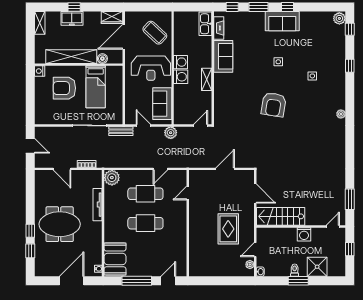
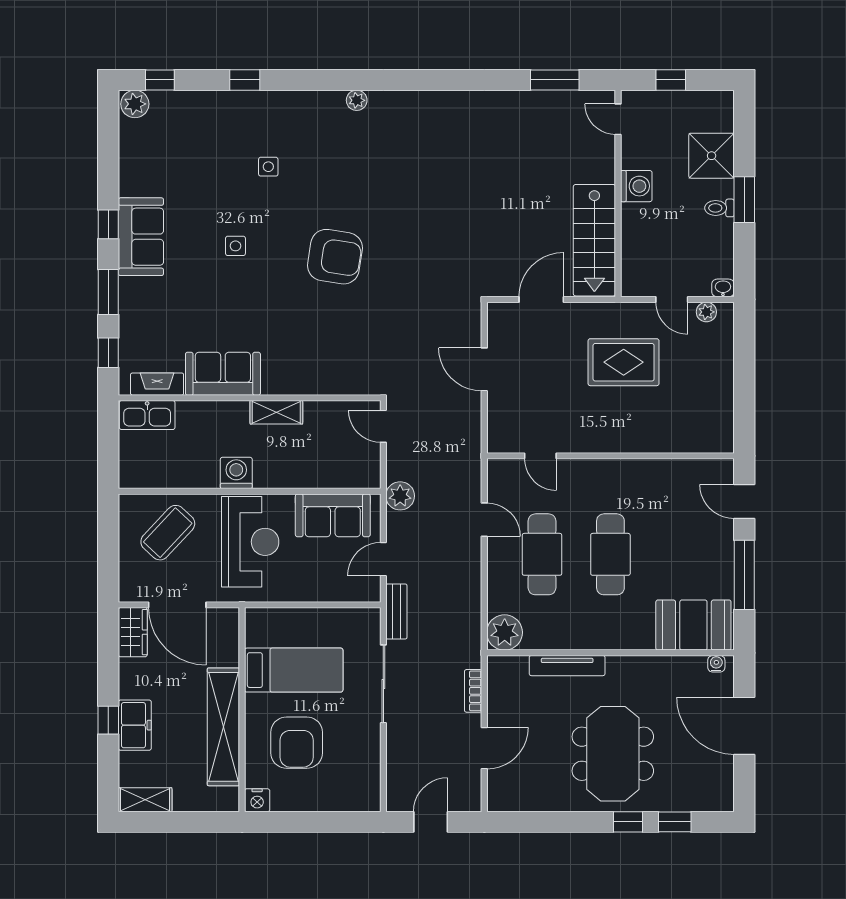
boiler: (102, 59) -> (228, 654), removed
washing machine: (181, 77) -> (270, 473), removed

